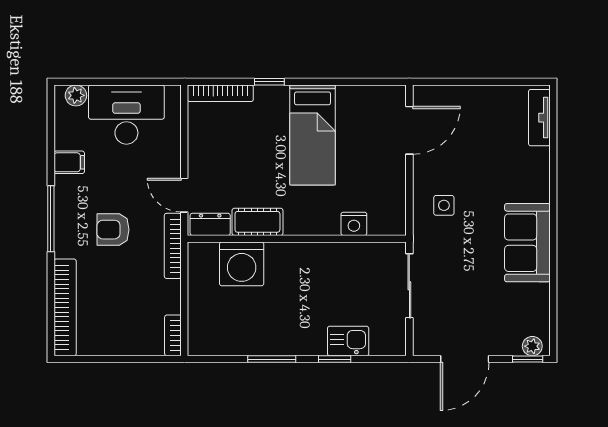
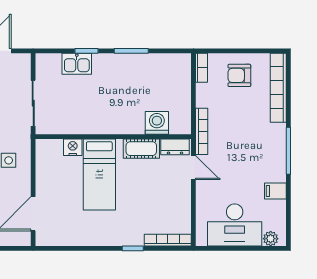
bed: (313, 135) -> (99, 174), moved, turned 180
armchair: (113, 230) -> (239, 75), moved, turned 180
washing machine: (242, 264) -> (157, 123), width x0.73, depth x0.73

